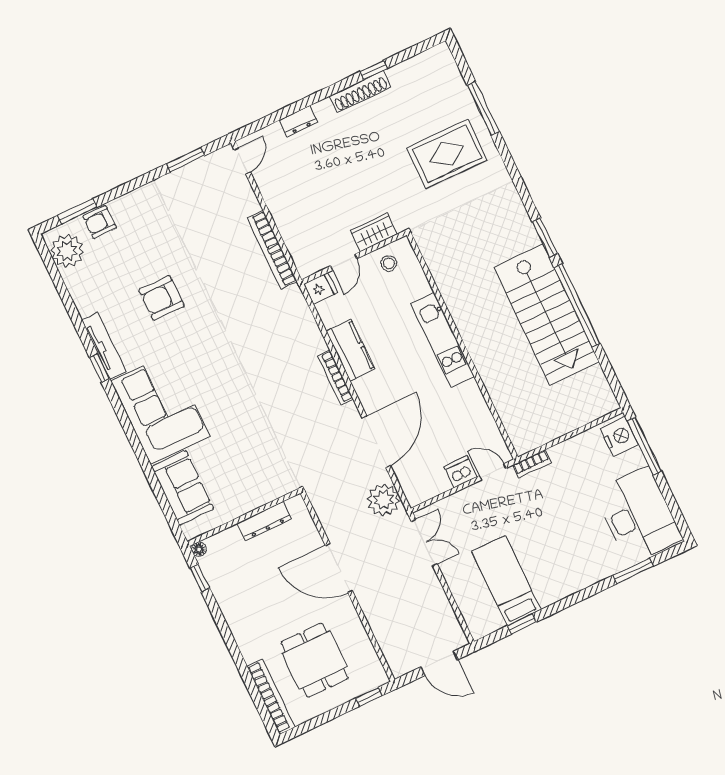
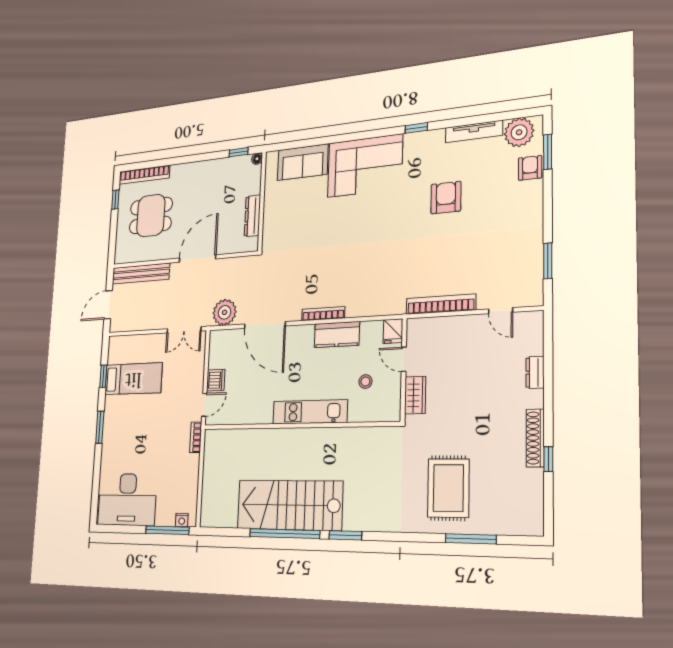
door: (242, 161) -> (501, 311), moved
stool: (389, 263) -> (365, 382), moved
tv unit: (104, 346) -> (474, 132), moved
nightstand: (619, 437) -> (182, 520), width x0.53, depth x0.56
window: (633, 571) -> (100, 427), moved
bench: (386, 637) -> (141, 274), added
window: (369, 697) -> (115, 200), moved

